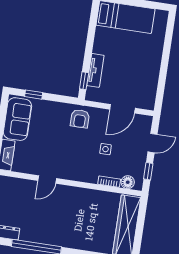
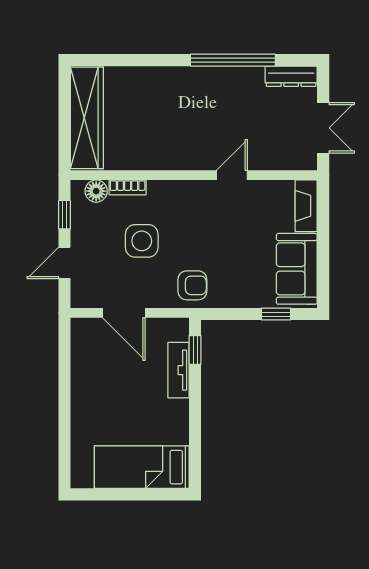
door: (122, 109) -> (124, 313), swing flipped
armchair: (80, 119) -> (192, 285), turned 90
side table: (106, 149) -> (142, 241), width x1.87, depth x1.87

